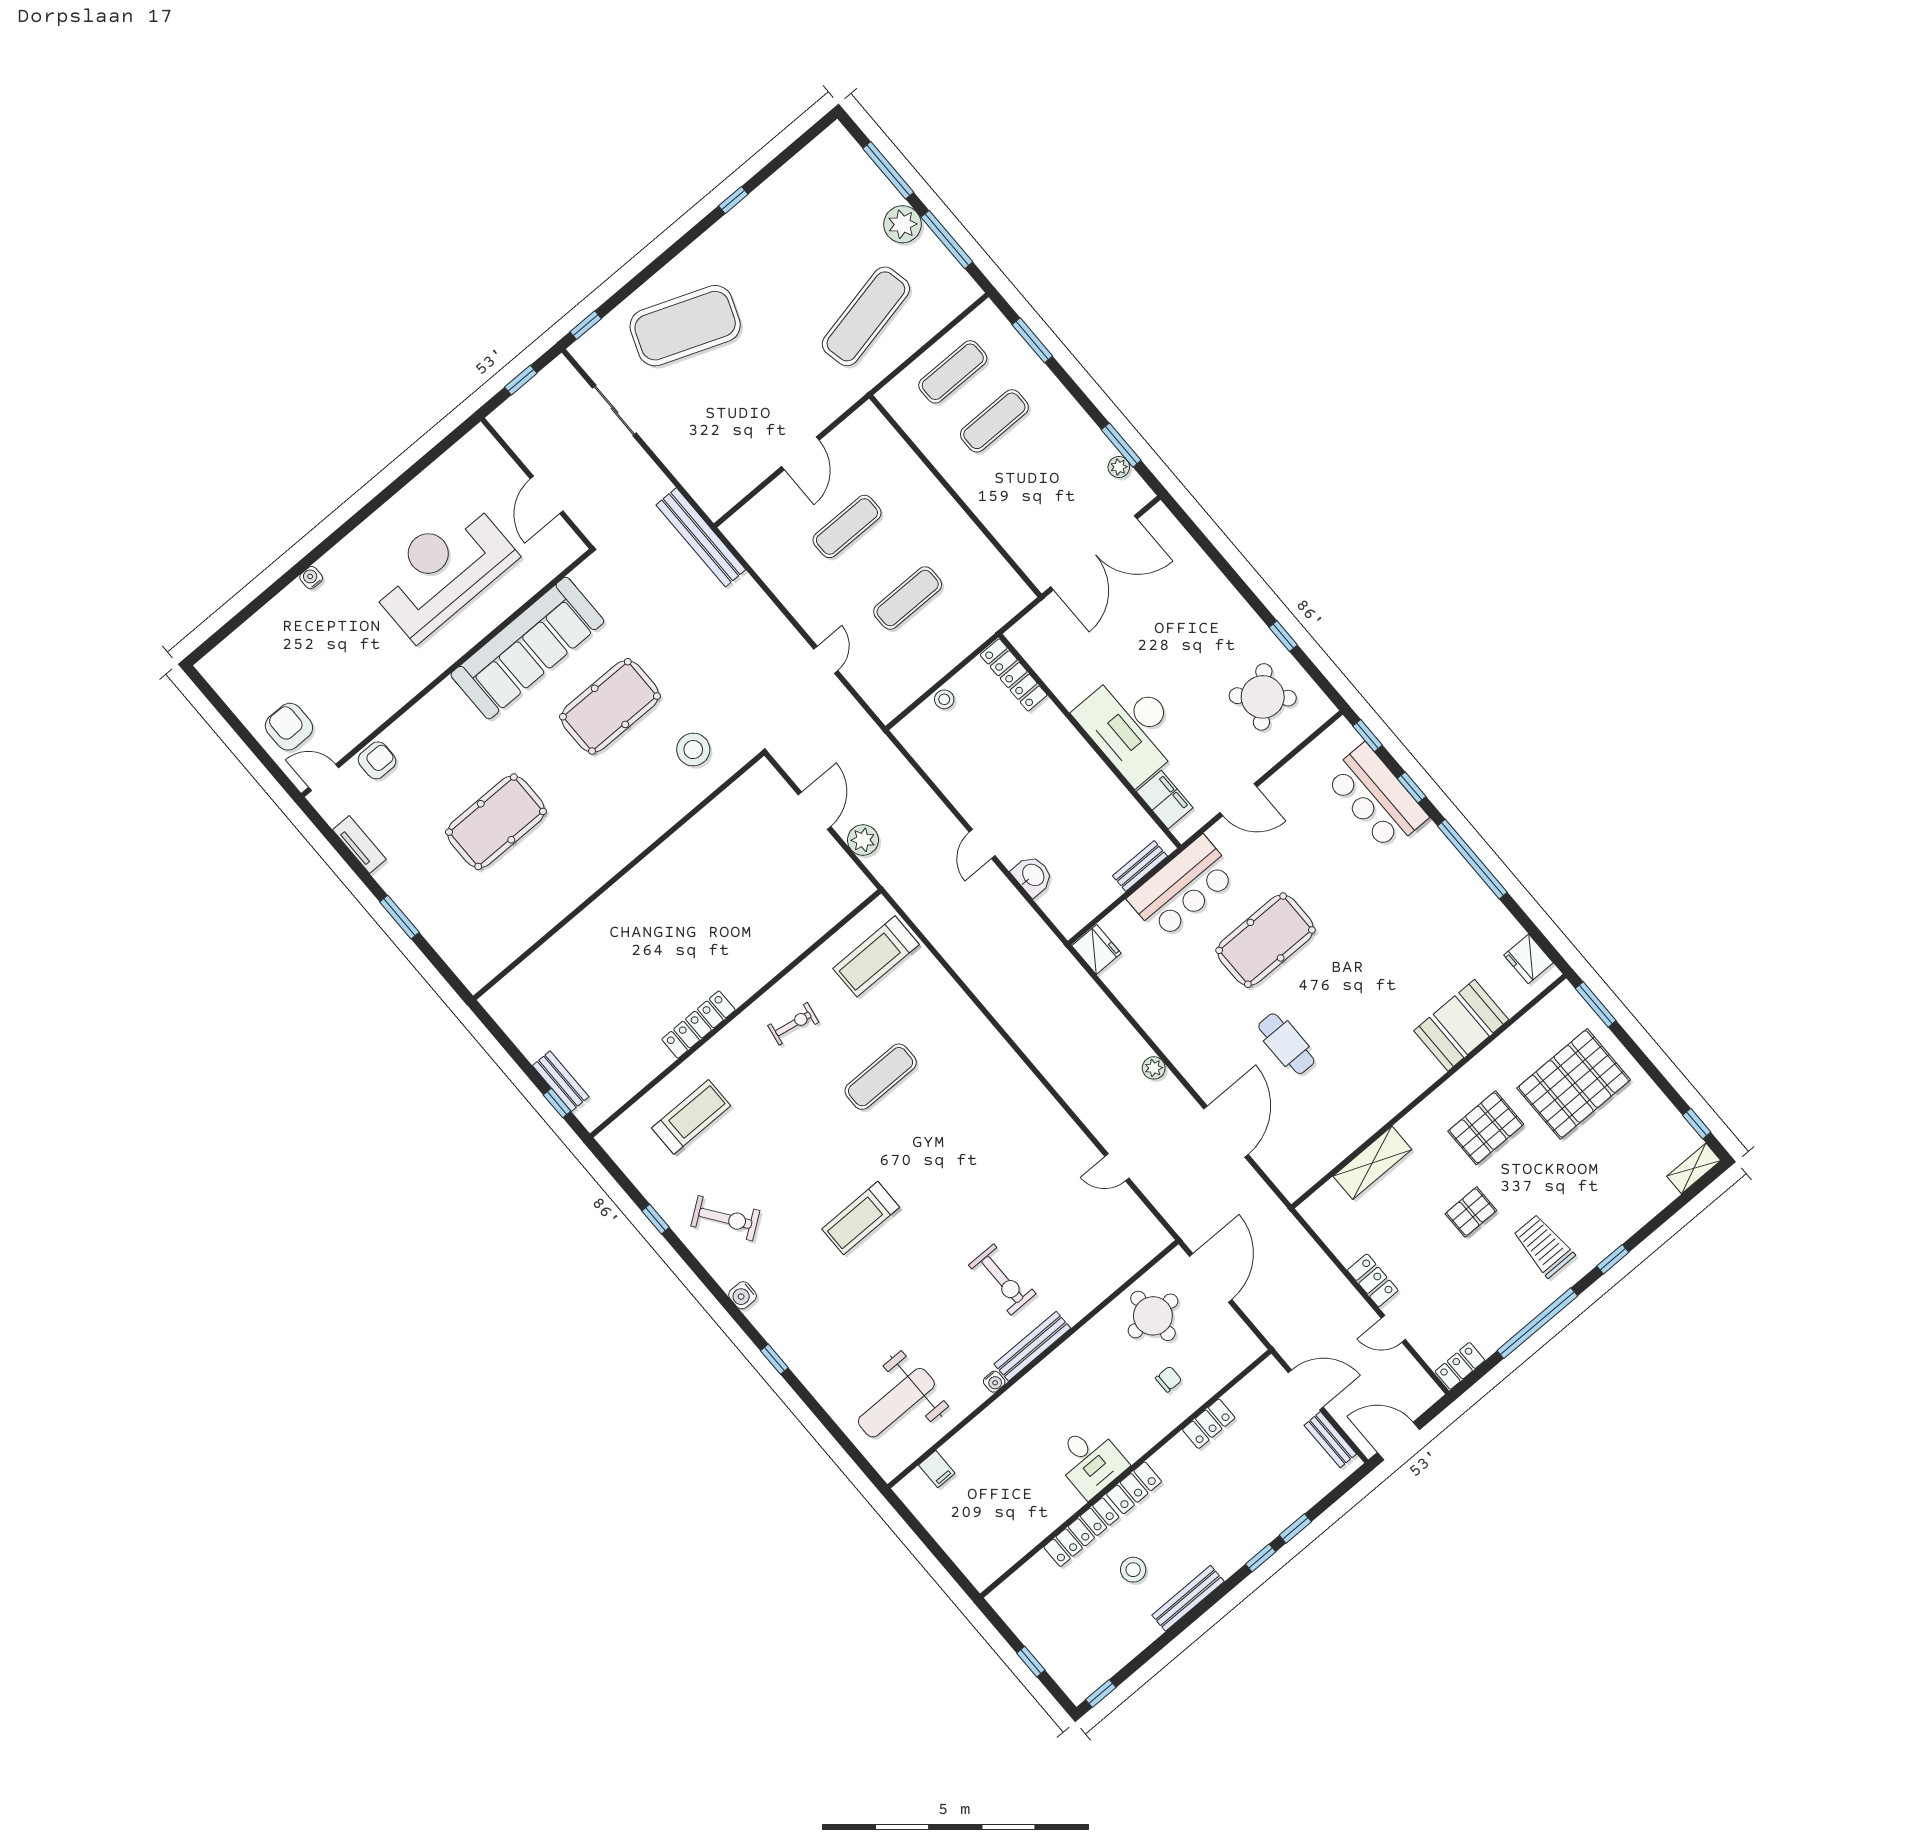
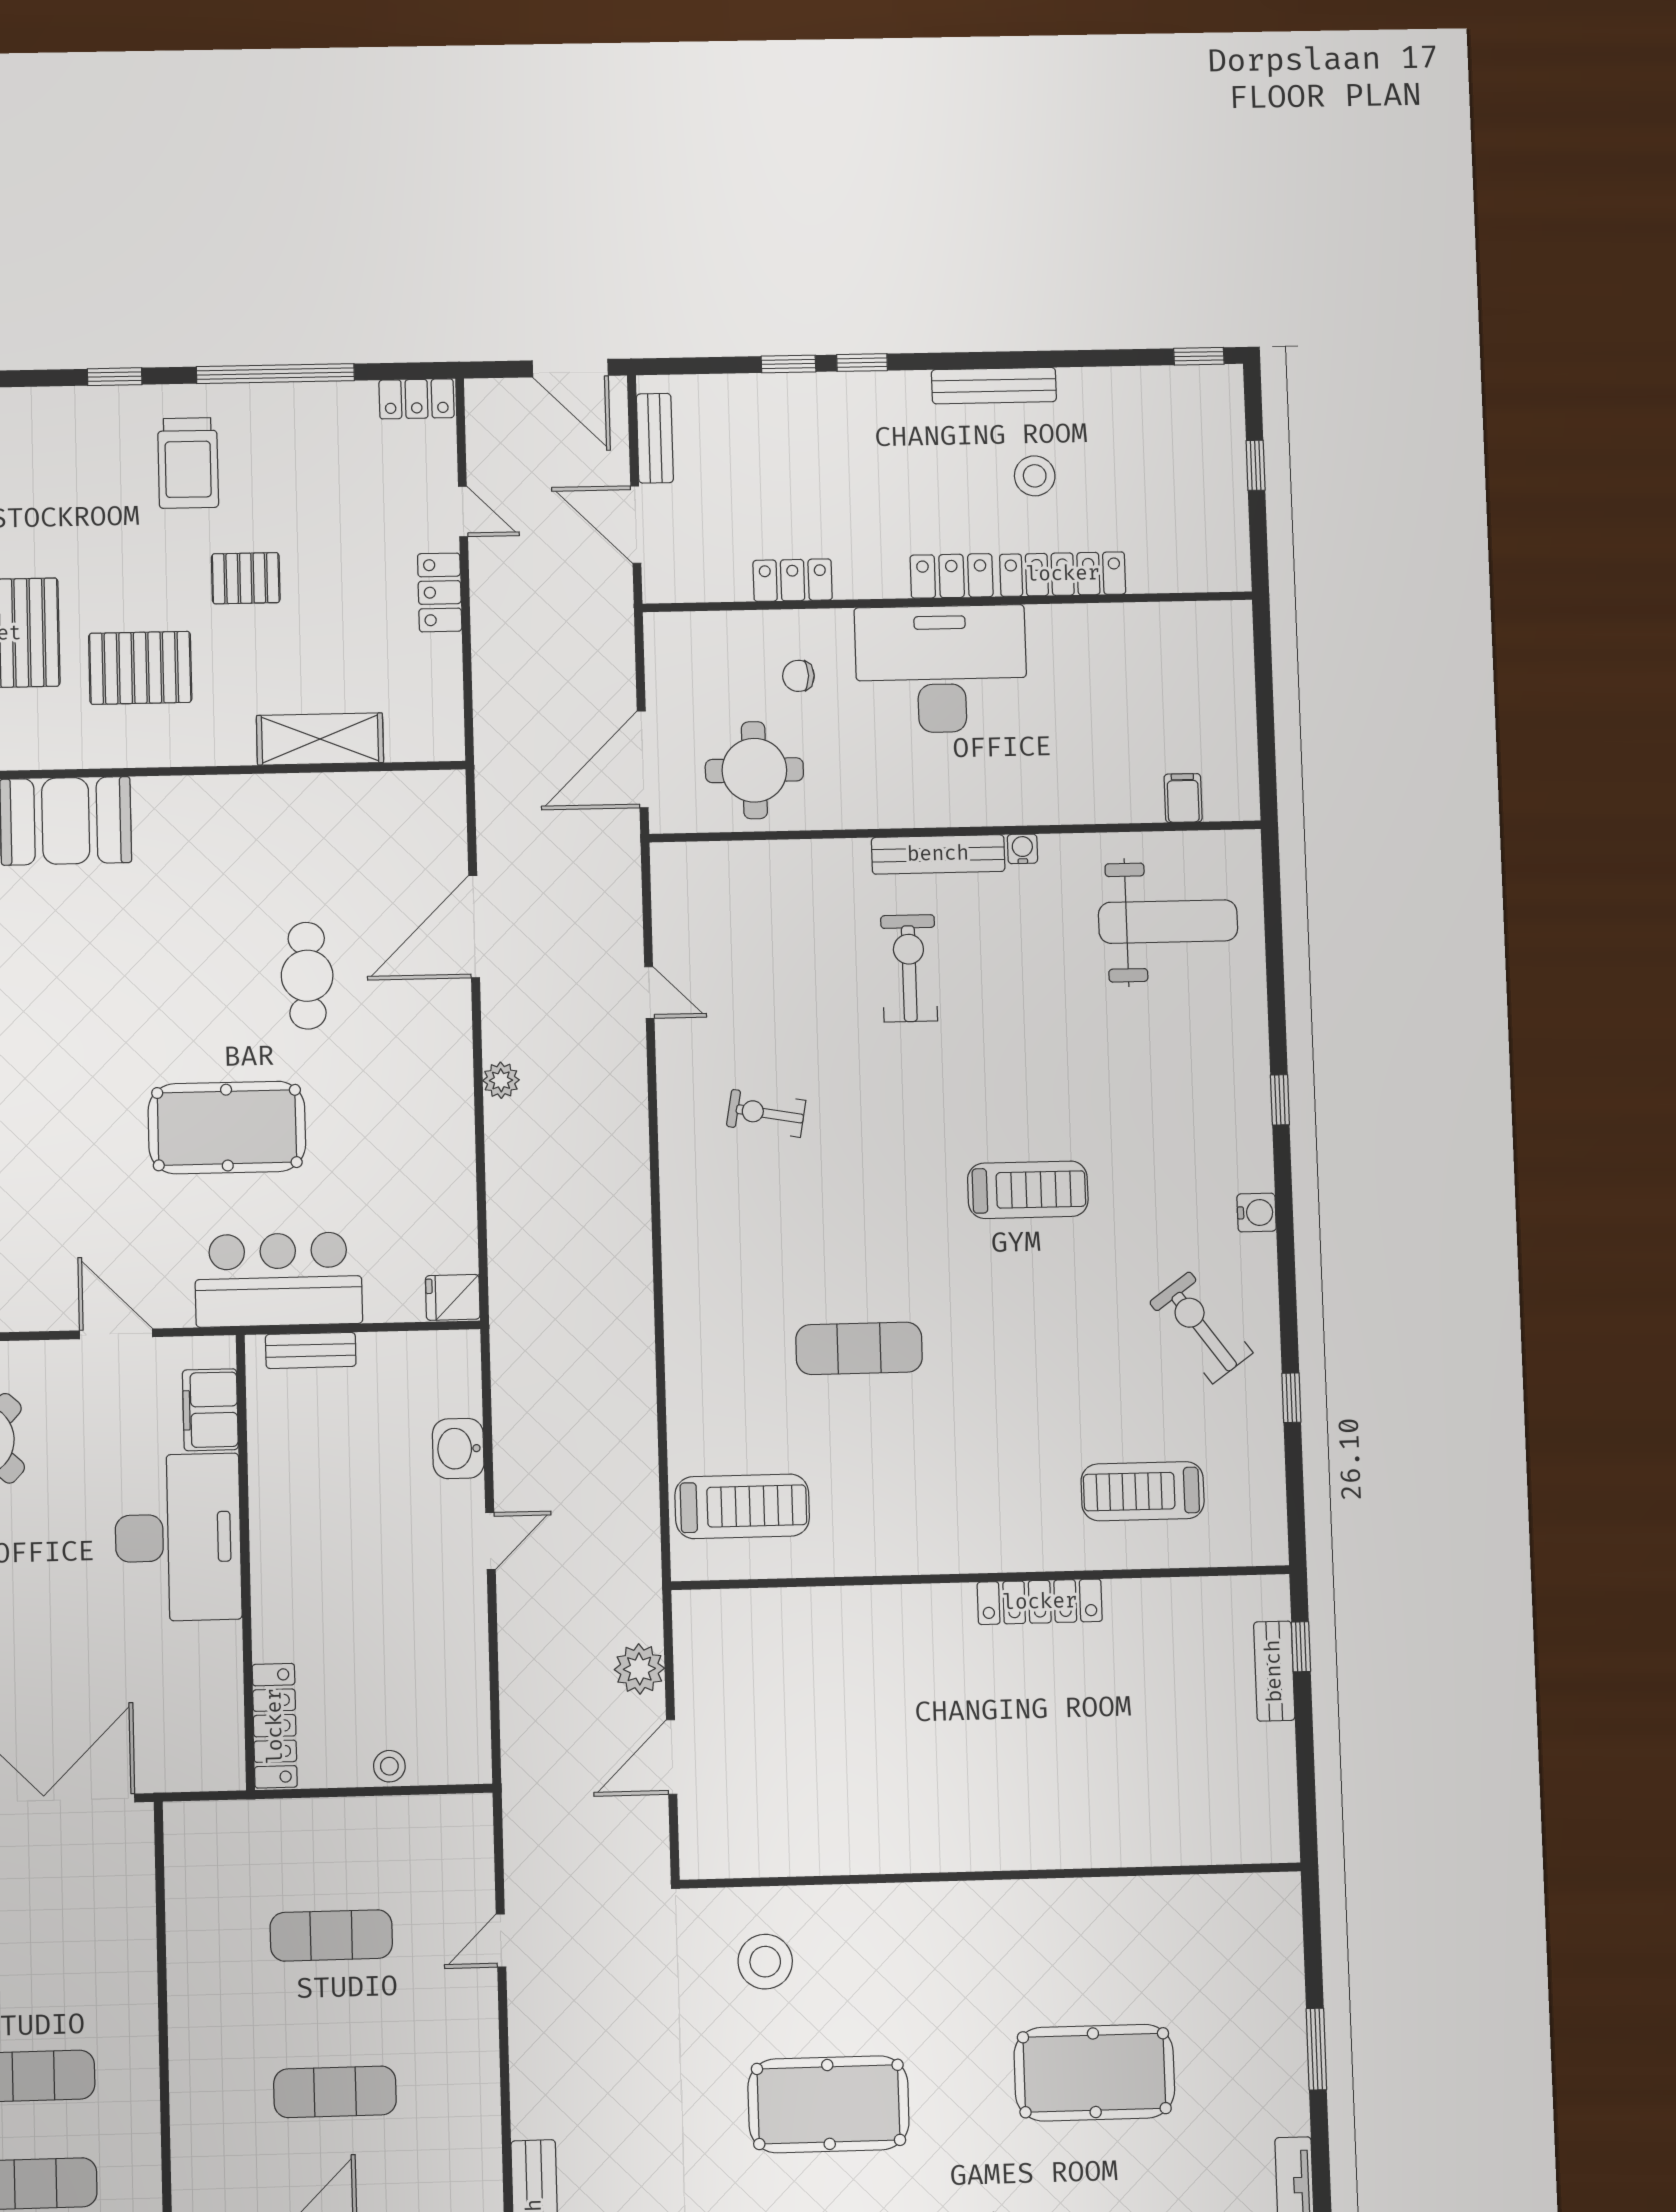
fridge: (1096, 949) -> (453, 1297), width x0.72
exercise bike: (793, 1024) -> (766, 1113), moved
desk: (1090, 1461) -> (941, 669), width x1.87, depth x1.30

